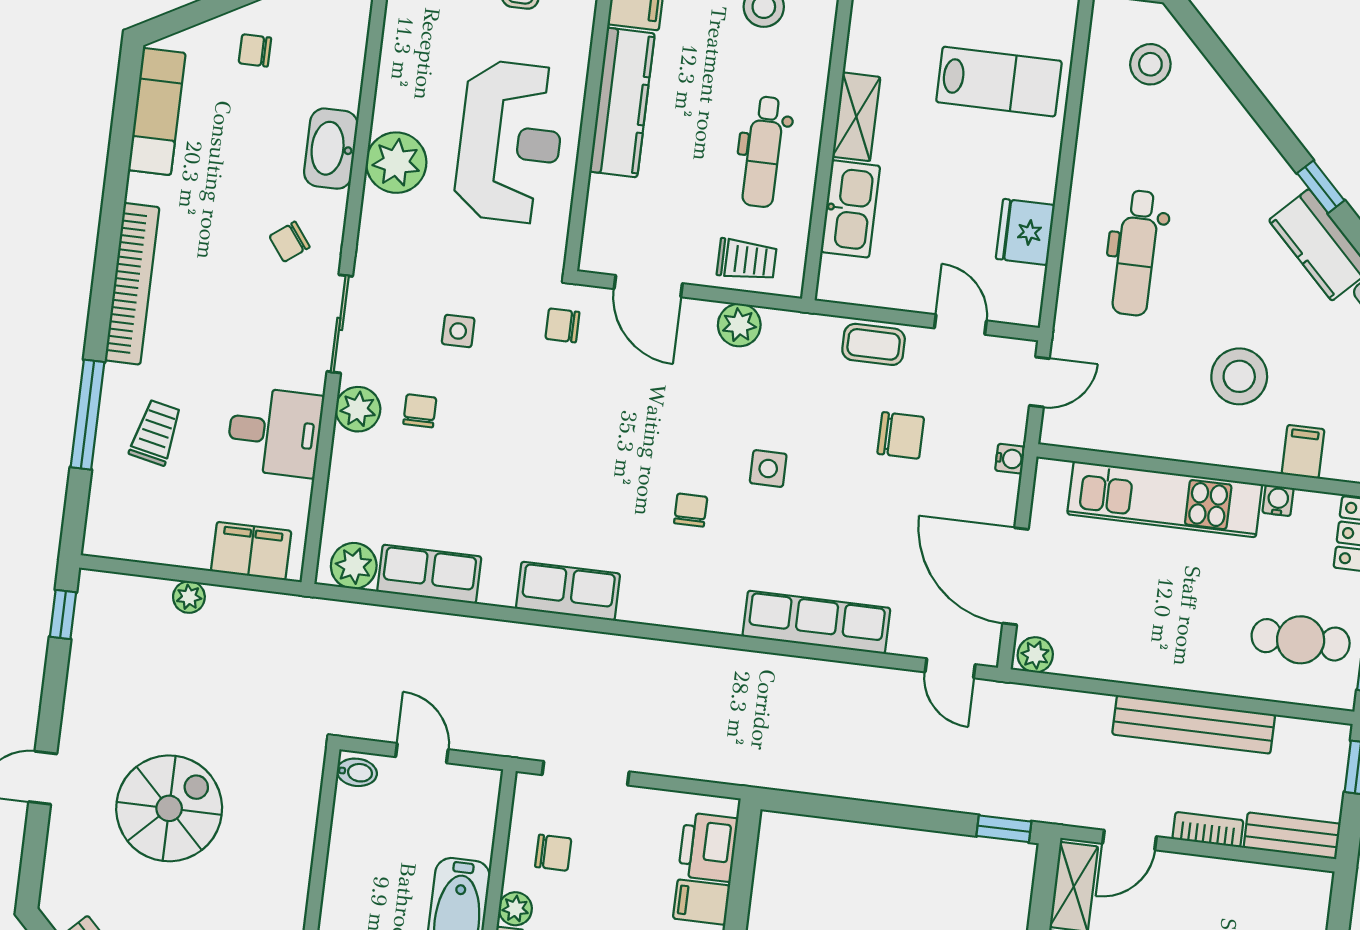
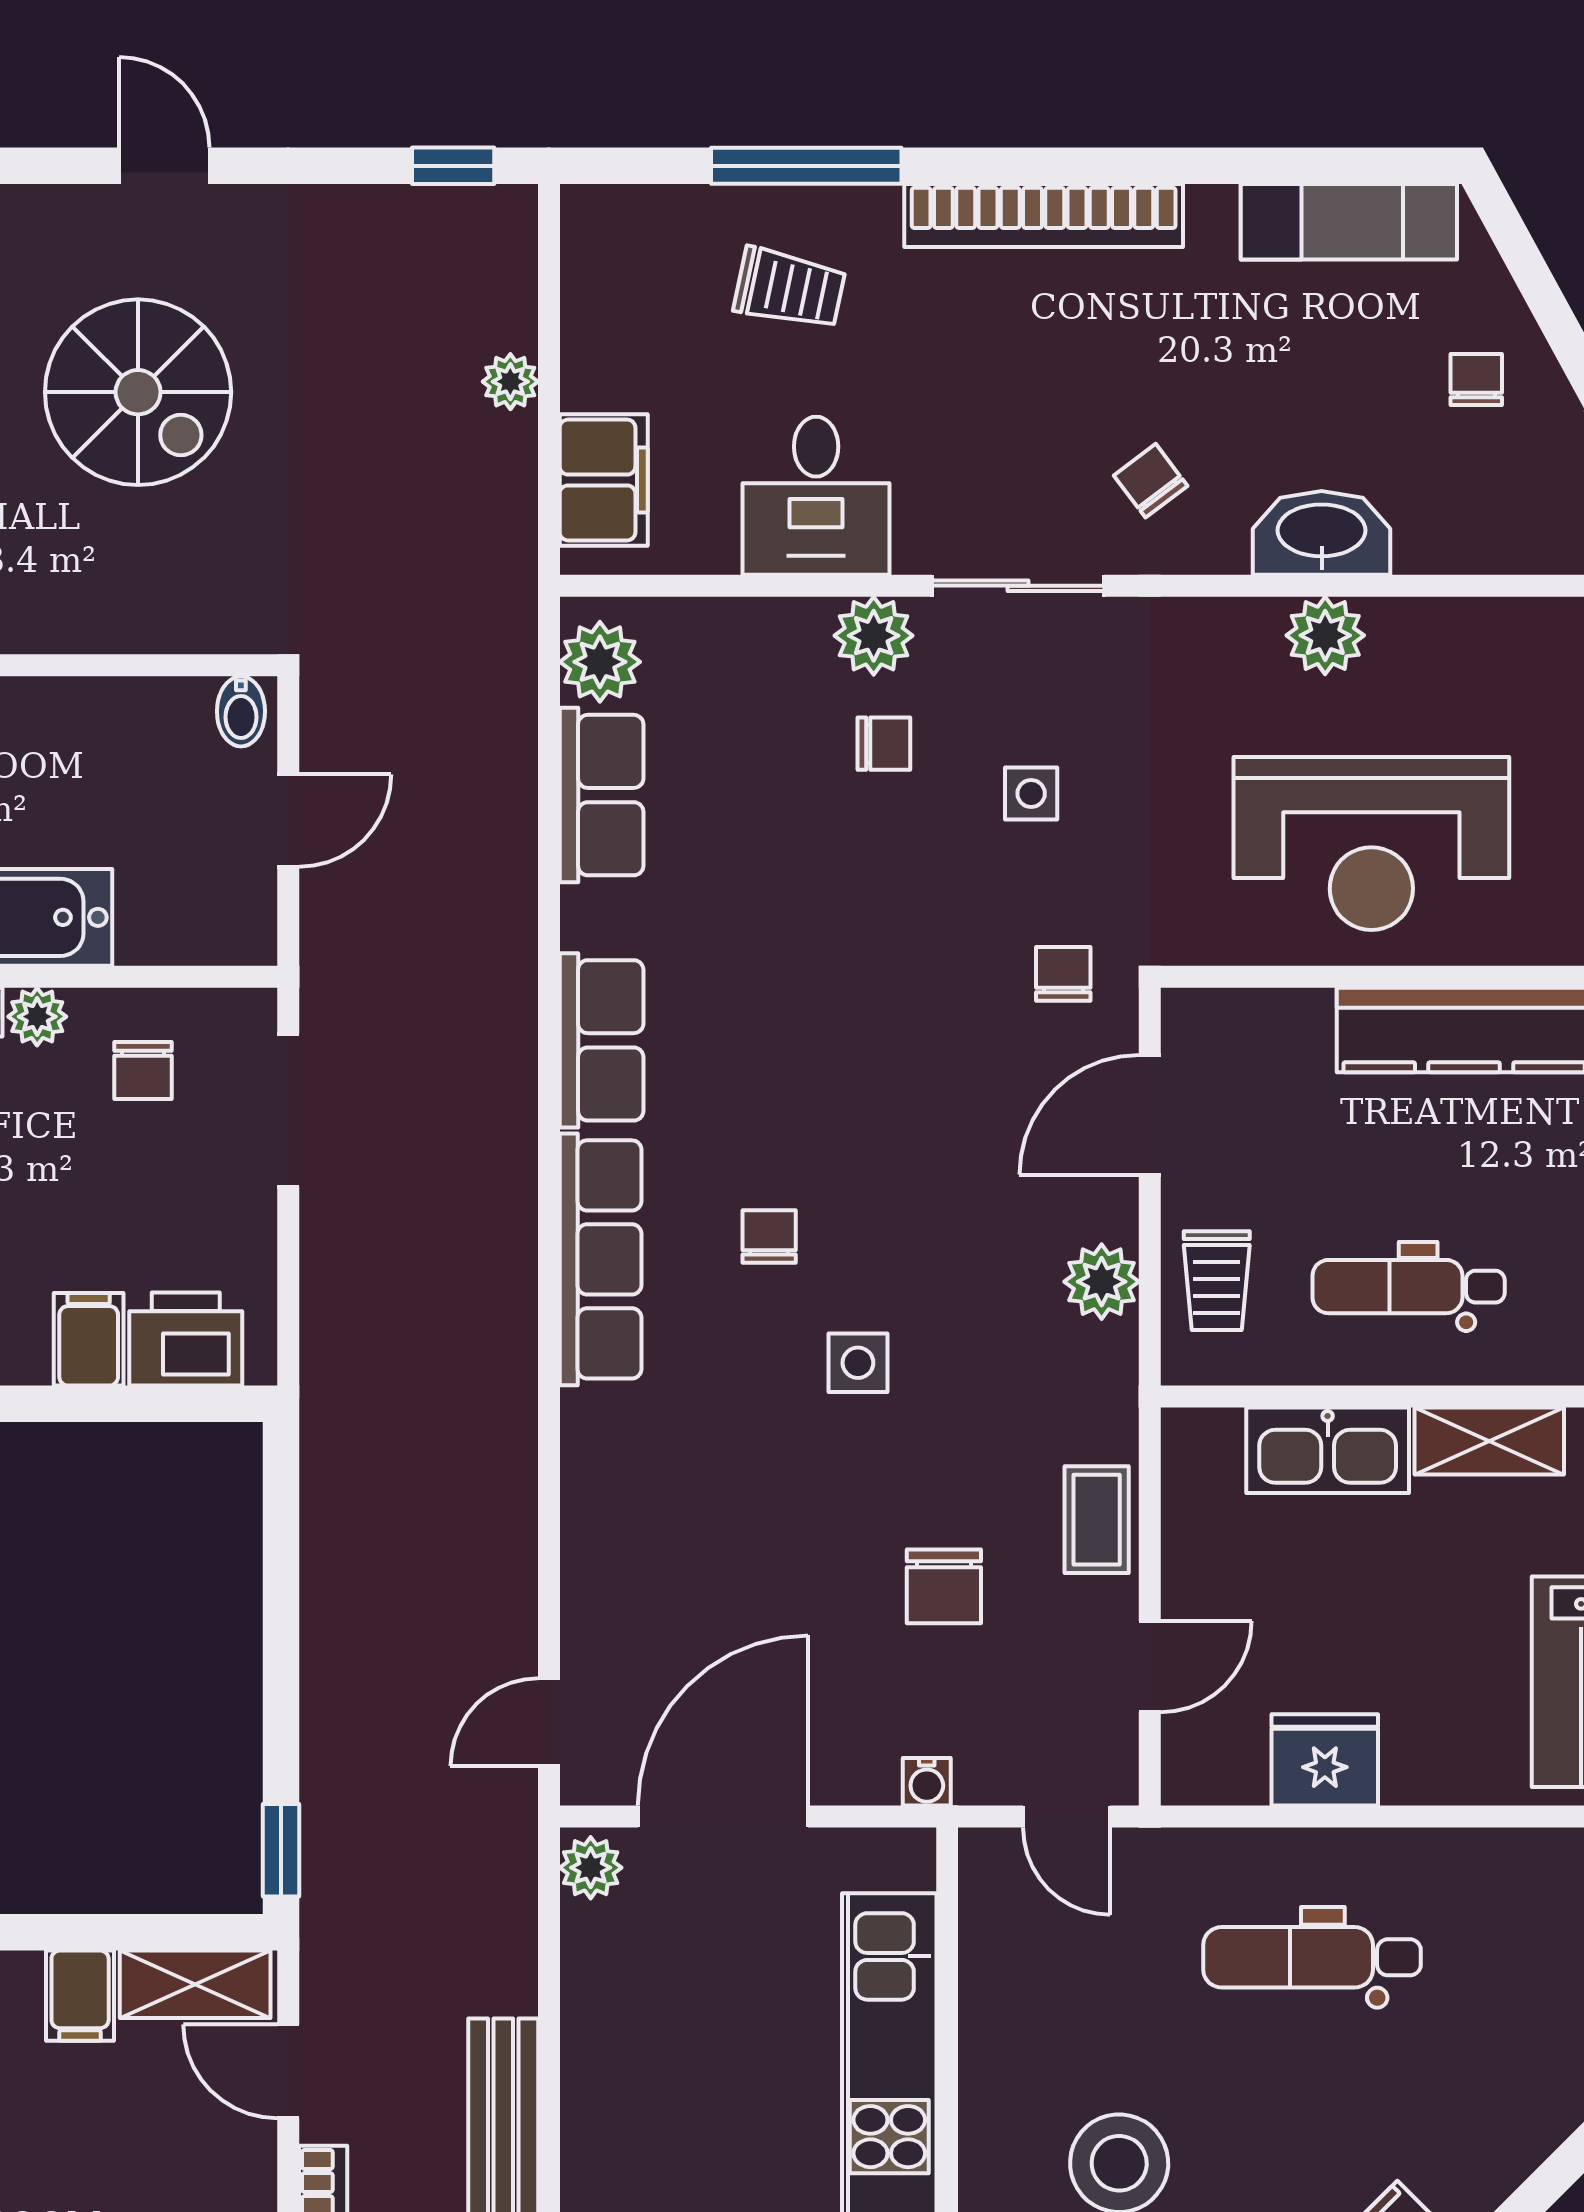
plant: (396, 163) -> (1325, 635), width x0.73, depth x0.73
chair: (691, 510) -> (769, 1237), turned -90
row of seats: (816, 622) -> (601, 1259), moved

